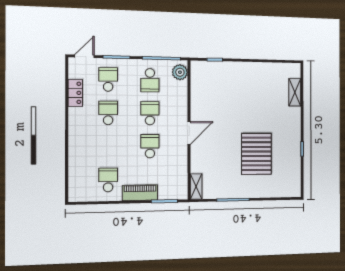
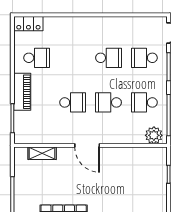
school desk: (108, 79) -> (144, 58), turned 180
locker: (75, 93) -> (28, 24), moved
school desk: (150, 113) -> (108, 102), turned 180
shelving: (196, 186) -> (42, 153), moved

